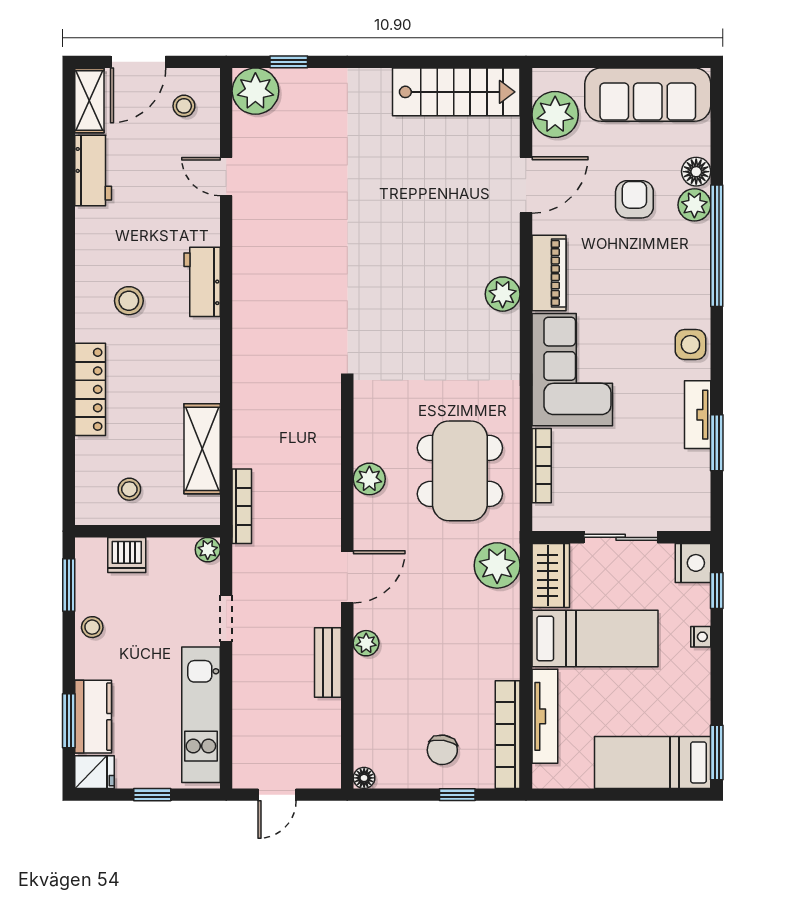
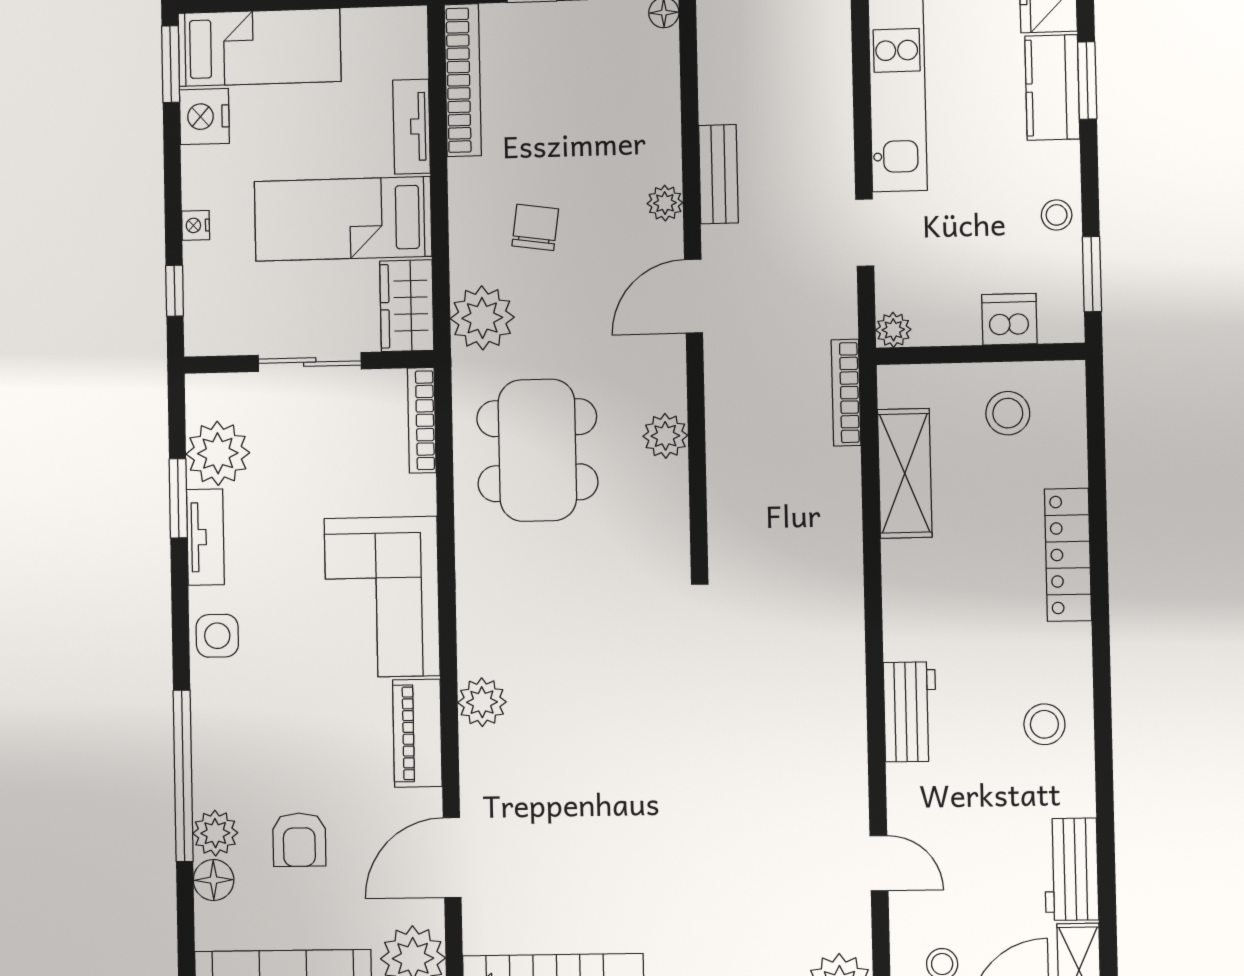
stool: (129, 301) -> (1044, 724), moved
bookcase: (542, 466) -> (422, 420), moved
plant: (688, 474) -> (218, 453), added
stool: (129, 489) -> (1008, 413), width x1.37, depth x1.37
nightstand: (693, 563) -> (204, 117), moved
tv unit: (545, 716) -> (412, 127), width x0.71
chair: (442, 750) -> (535, 227), moved

